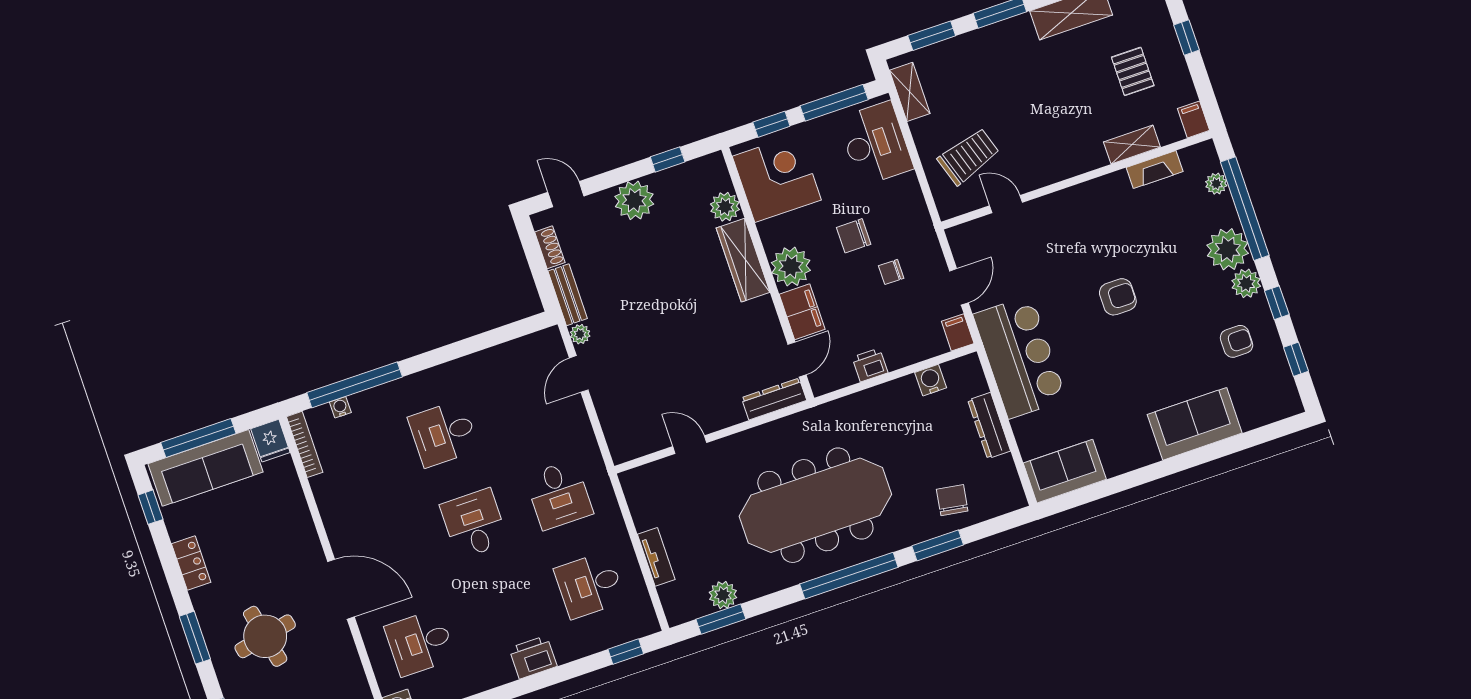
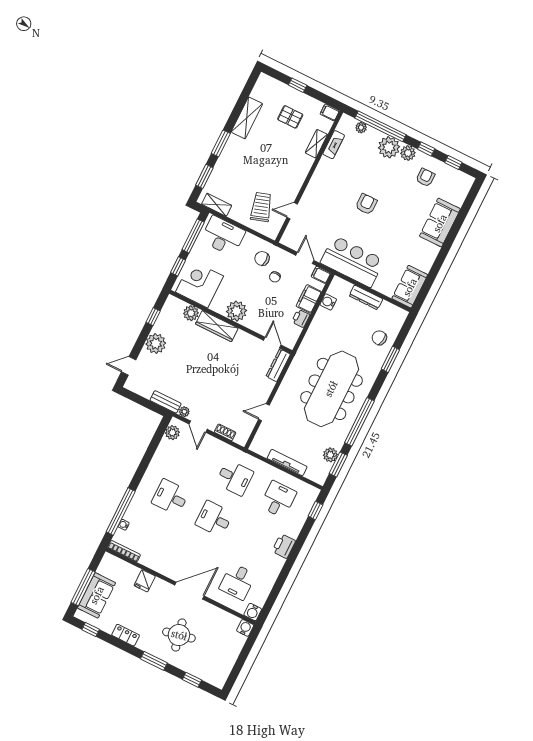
chair: (854, 236) -> (262, 258), moved, turned 90
shoe rack: (550, 247) -> (225, 432), moved
filing cabinet: (802, 312) -> (309, 299), moved, turned -90
plant: (535, 347) -> (172, 433), added
desk: (443, 433) -> (170, 497), turned 90
fridge: (270, 441) -> (145, 581), moved, turned 90
sofa: (206, 468) -> (97, 595), width x0.73
tv unit: (656, 557) -> (287, 462), width x1.41
window: (849, 576) -> (359, 422), moved
desk: (590, 585) -> (278, 499), turned 180

